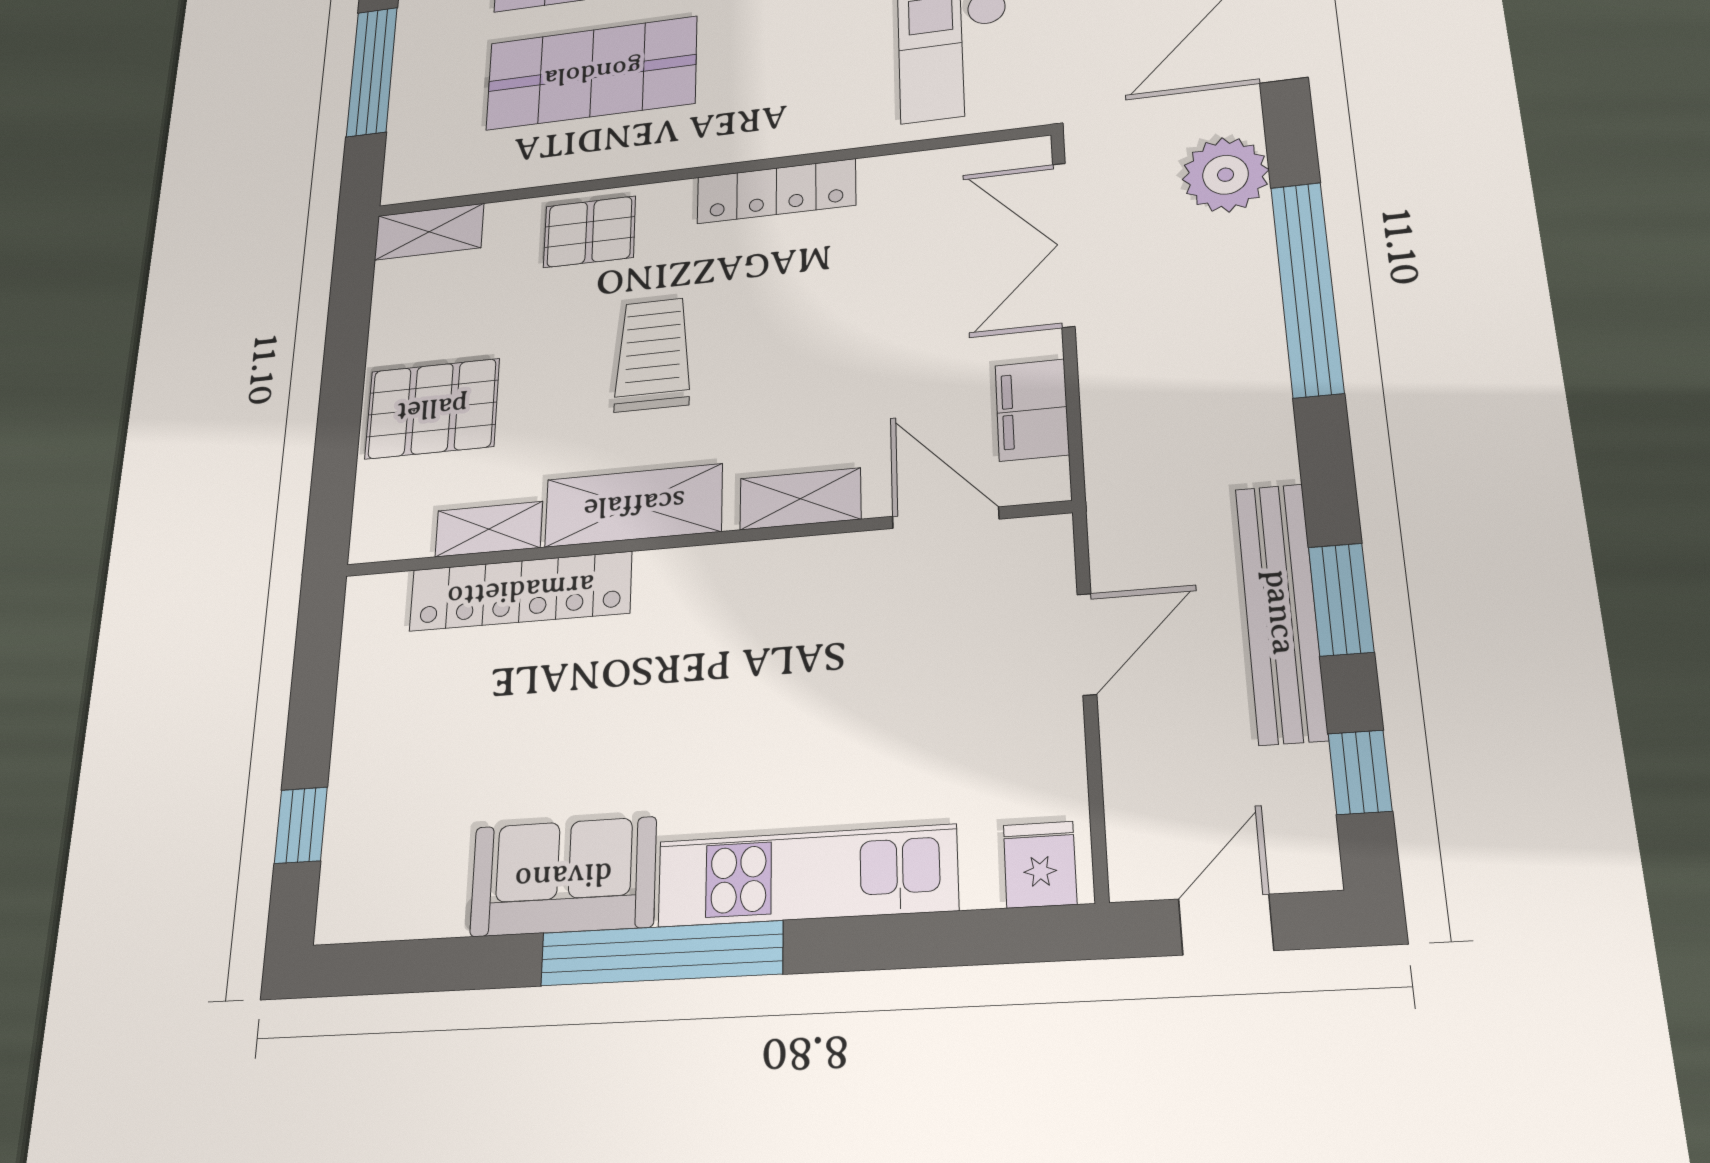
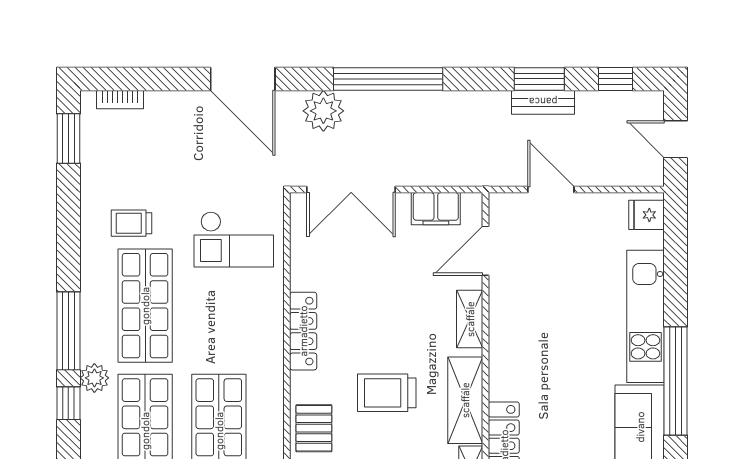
bench: (1281, 612) -> (543, 102), width x0.54, depth x0.82

